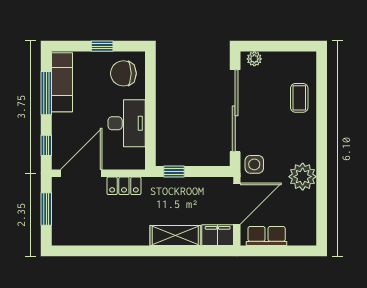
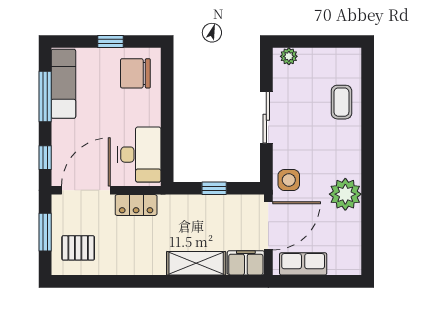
sliding door: (235, 111) -> (266, 117), width x0.54
desk: (127, 123) -> (139, 155), moved
window: (174, 171) -> (214, 188), moved
pallet: (75, 222) -> (78, 248), added

